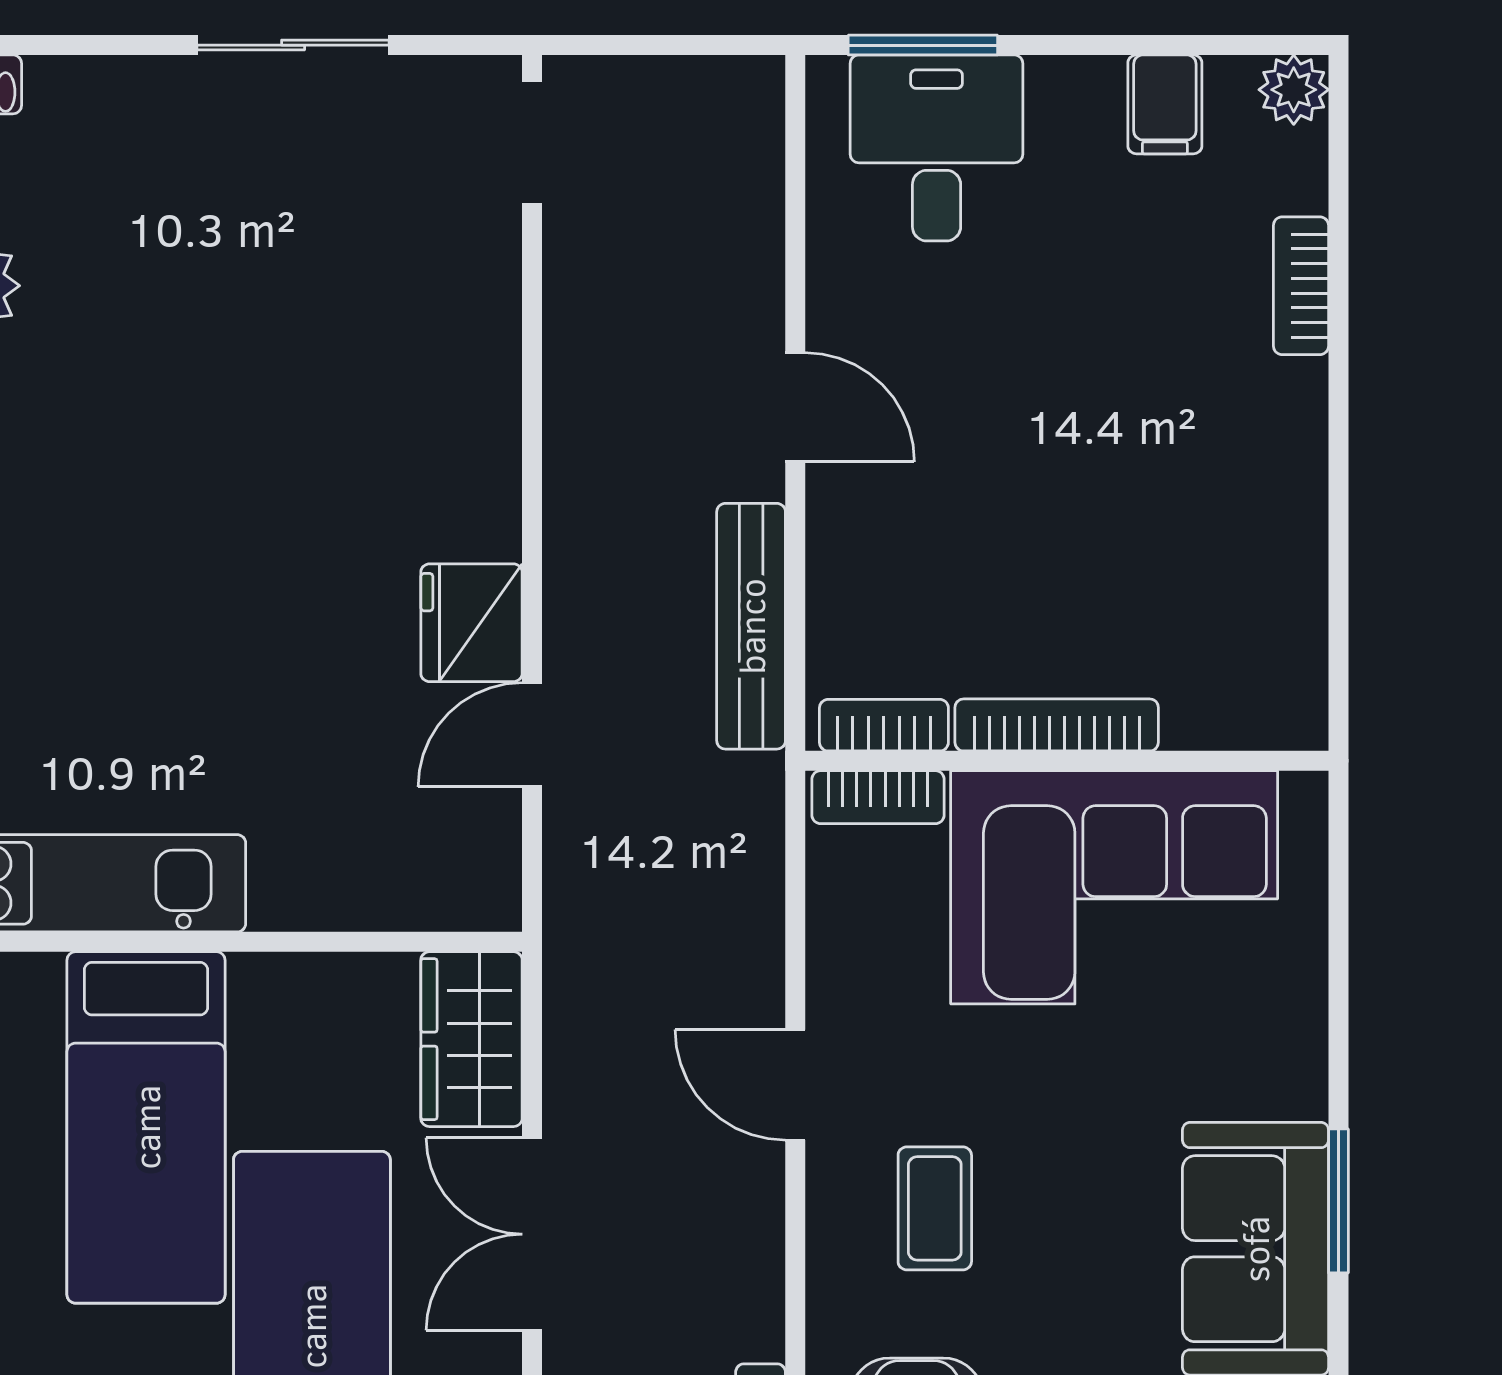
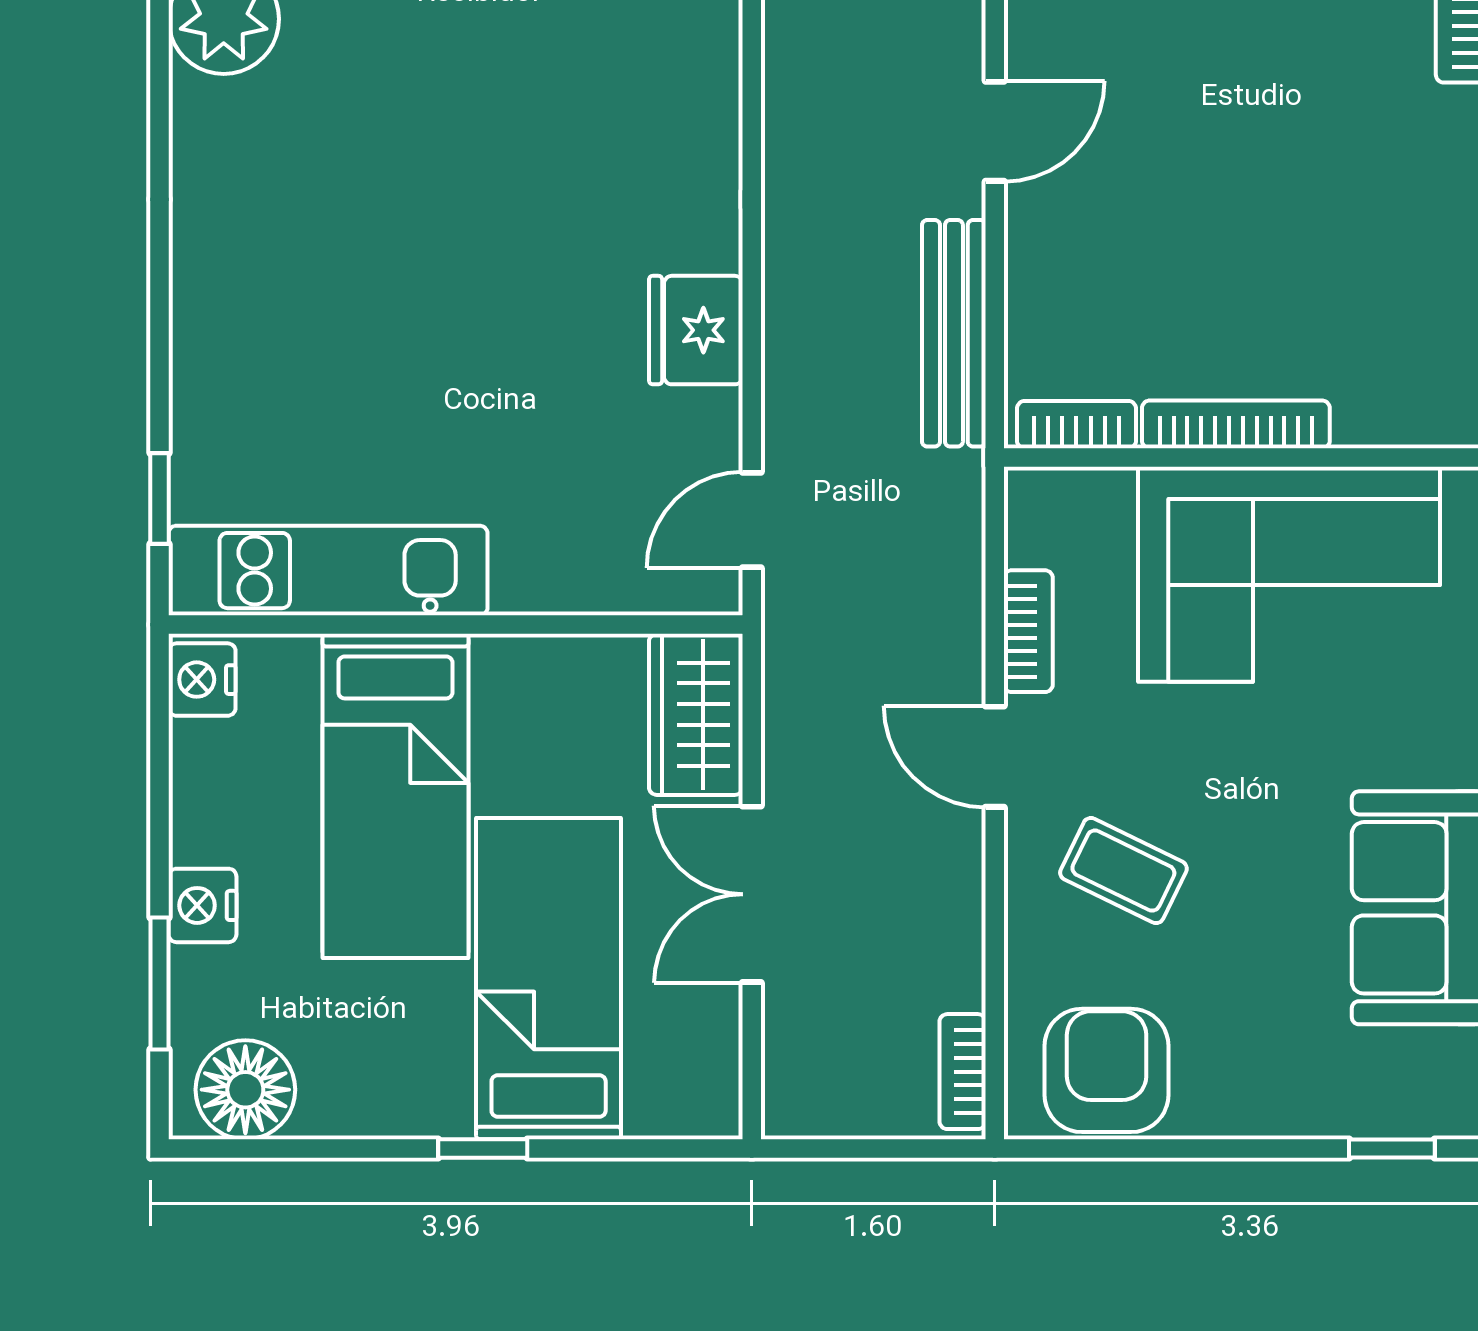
door: (795, 407) -> (995, 131), hinge flipped
door: (532, 735) -> (752, 520), moved
bookcase: (878, 797) -> (1028, 631), moved, turned -90
coffee table: (935, 1208) -> (1123, 871), turned -64

